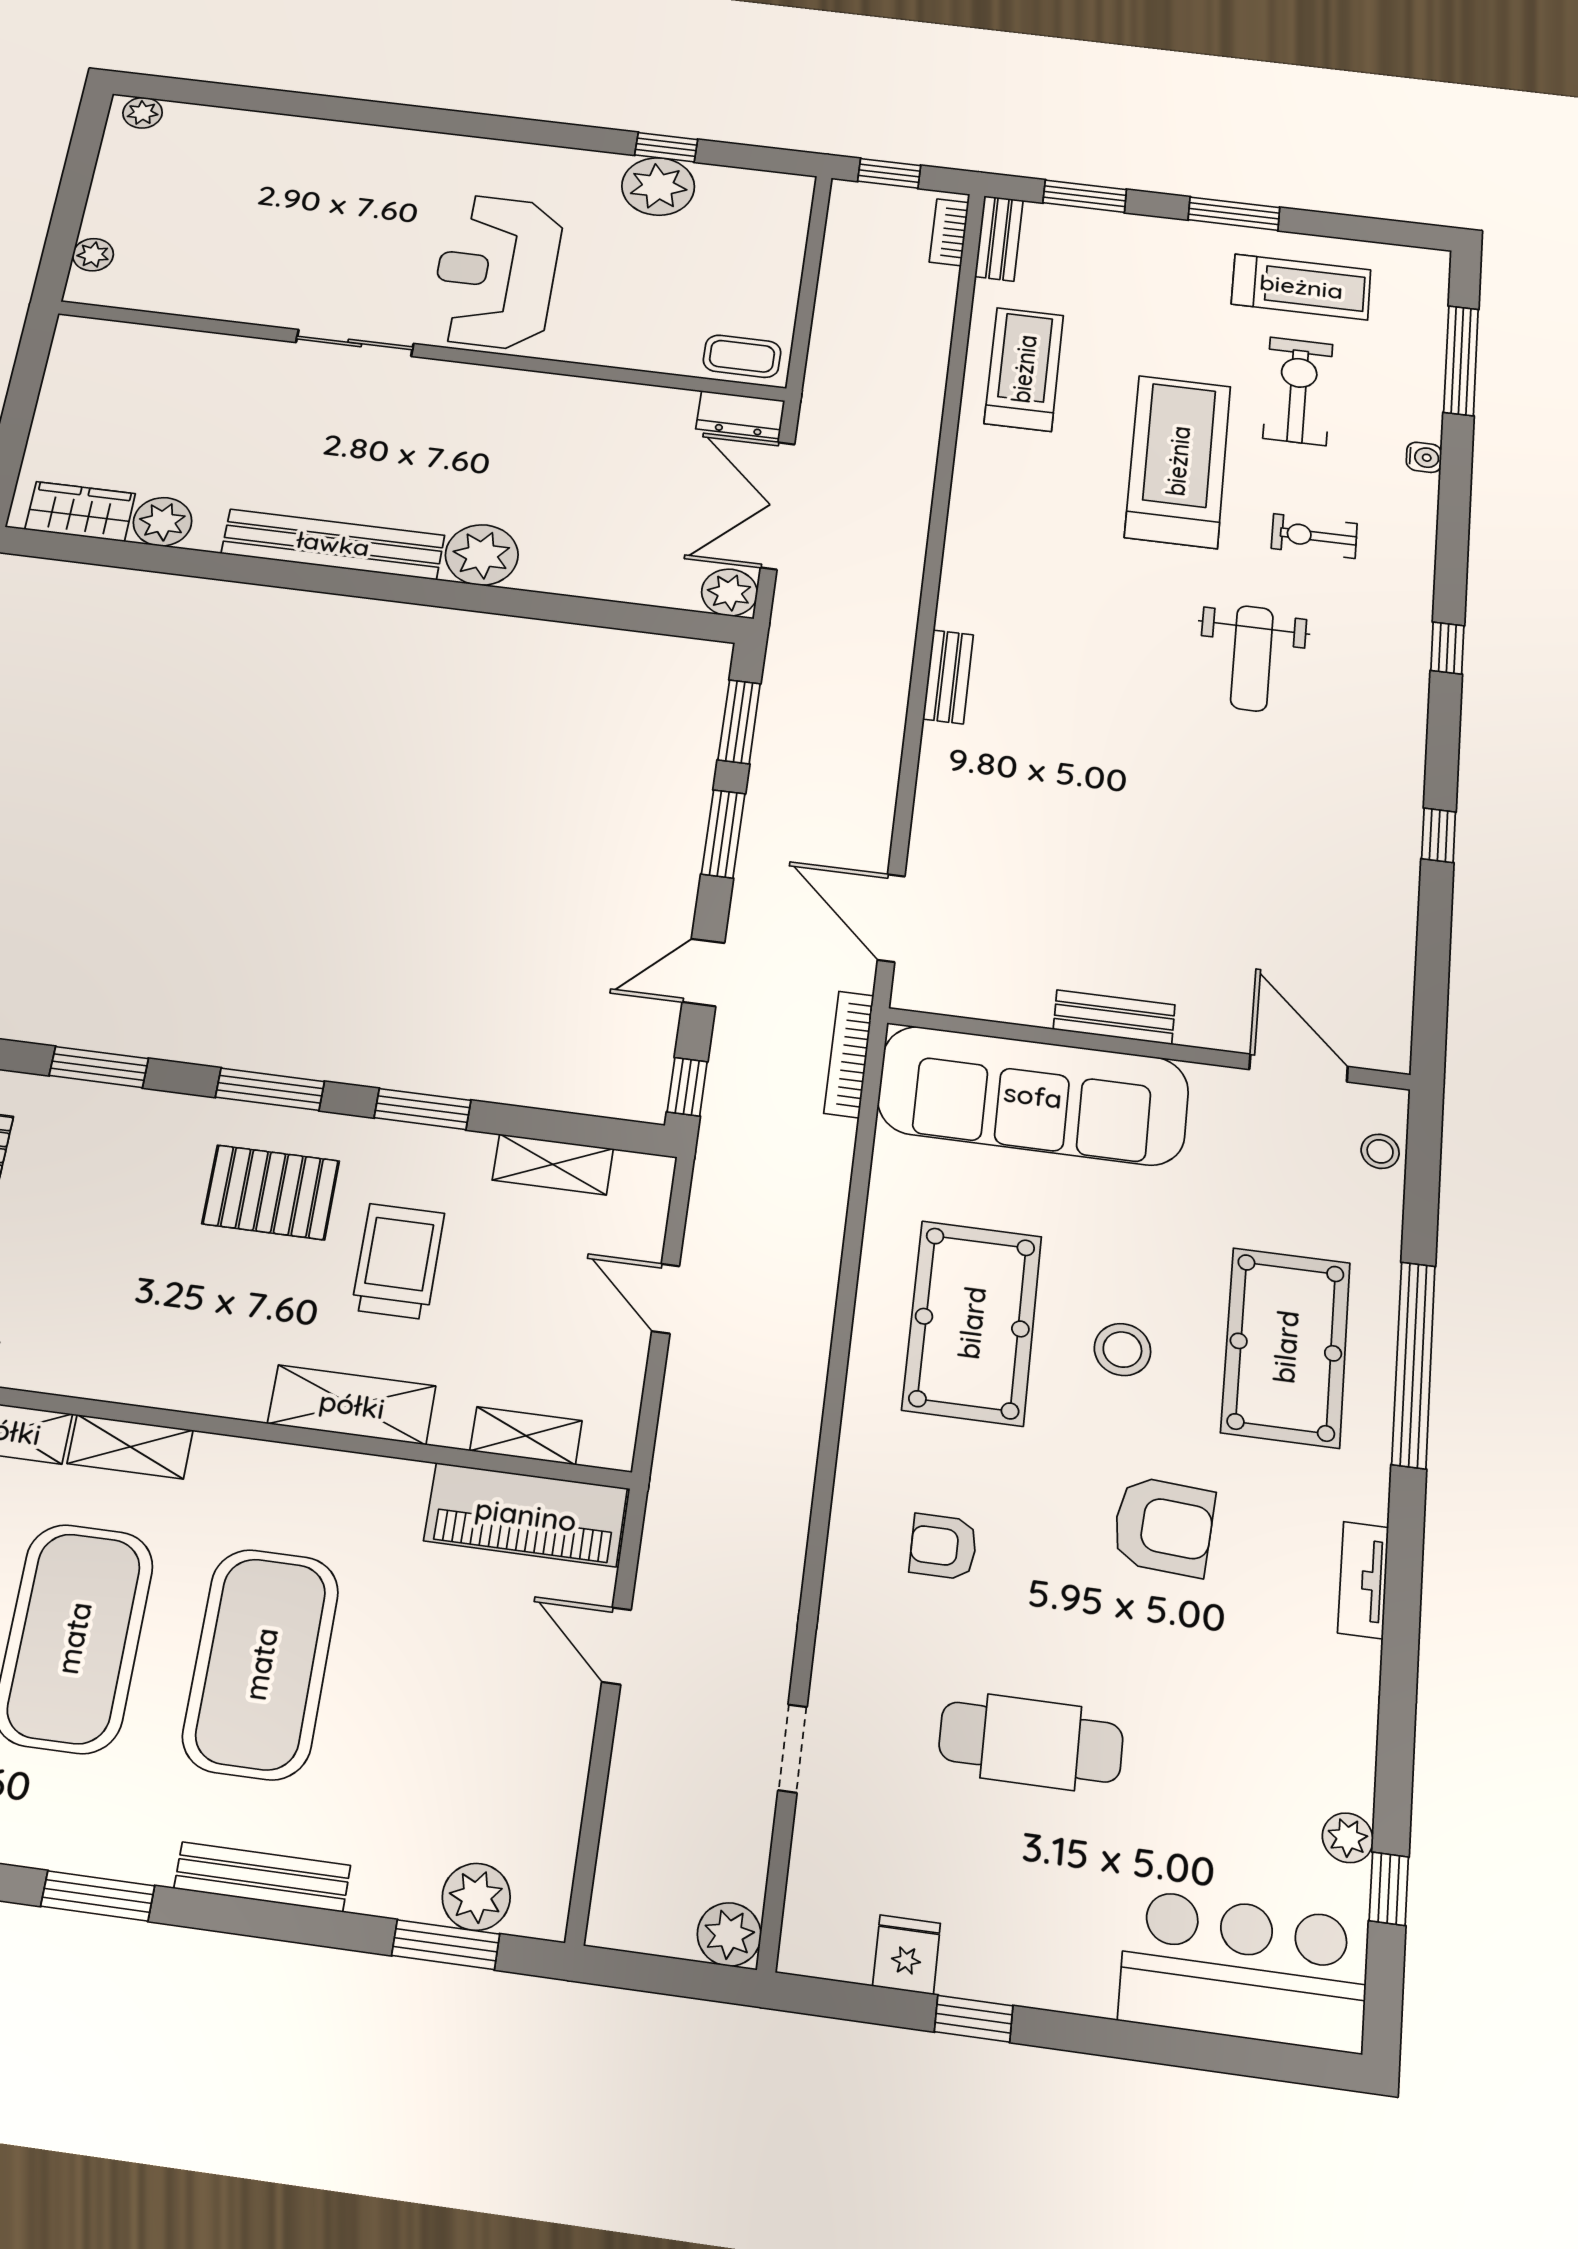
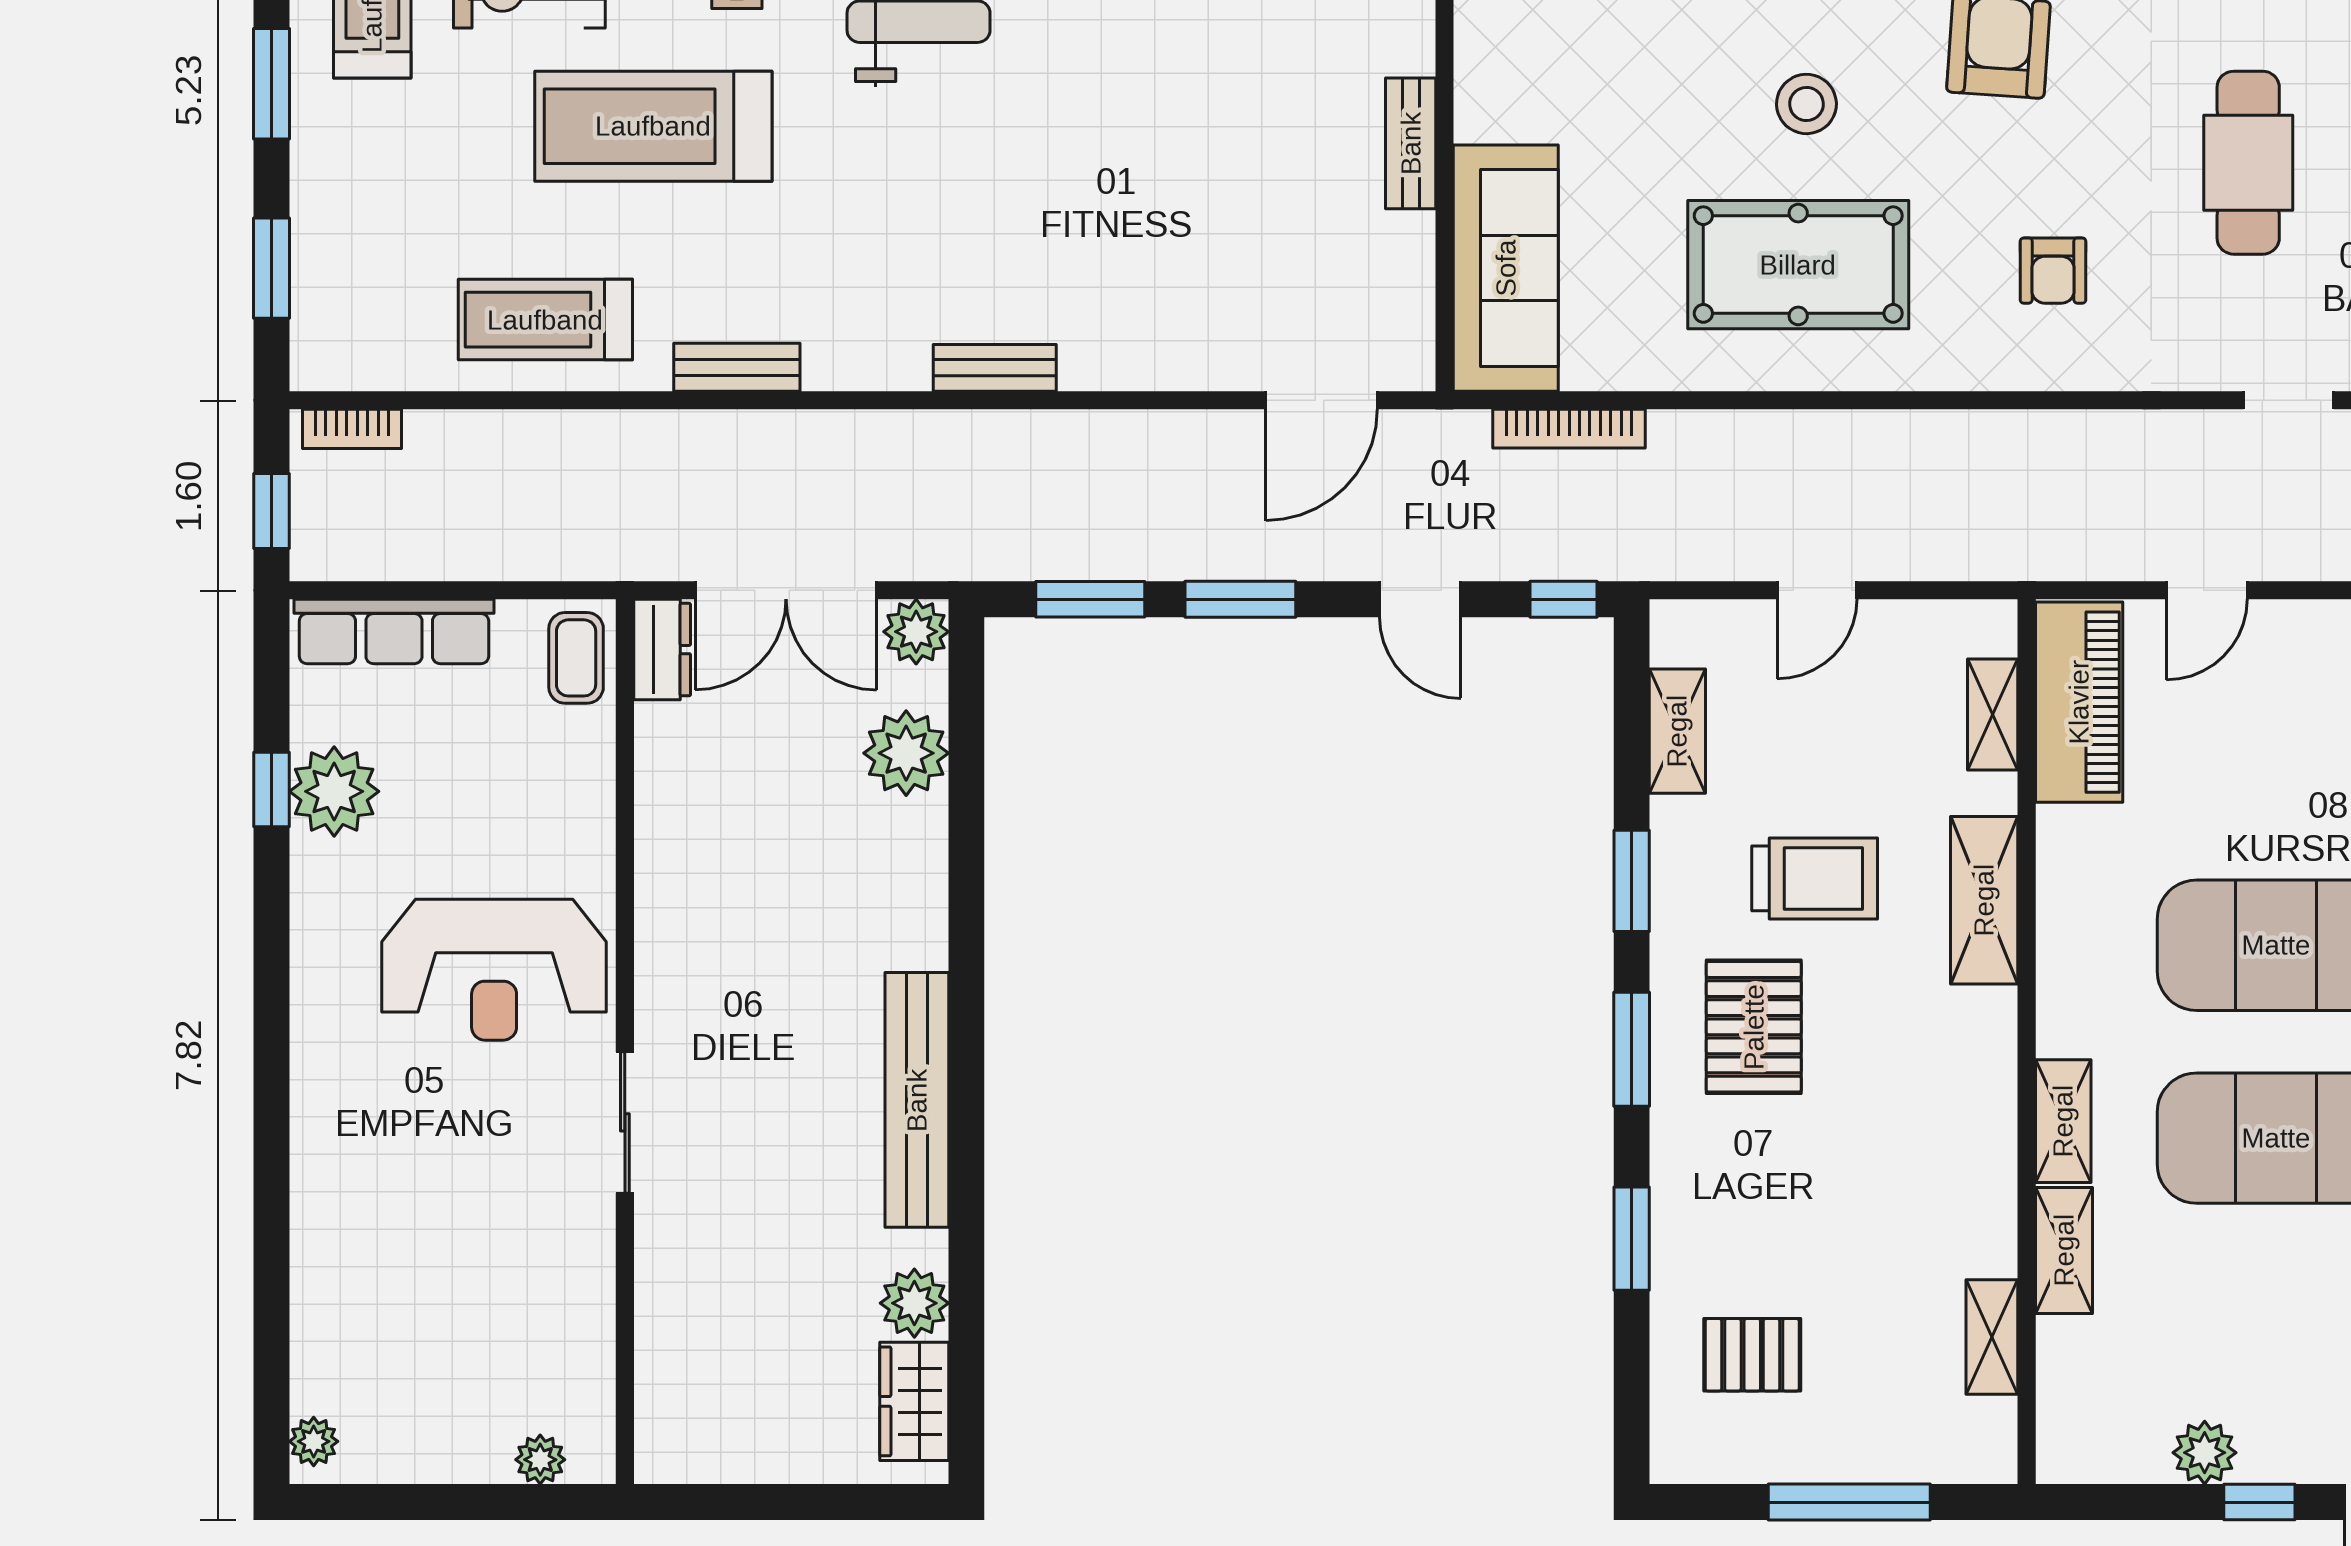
bench: (999, 238) -> (737, 367), moved
row of seats: (781, 240) -> (394, 632), added
plant: (482, 555) -> (906, 753), moved
bookcase: (849, 1054) -> (1569, 429), moved
sofa: (1033, 1096) -> (1506, 268), width x0.74, depth x0.79
trolley: (398, 1261) -> (1815, 878), turned 180

